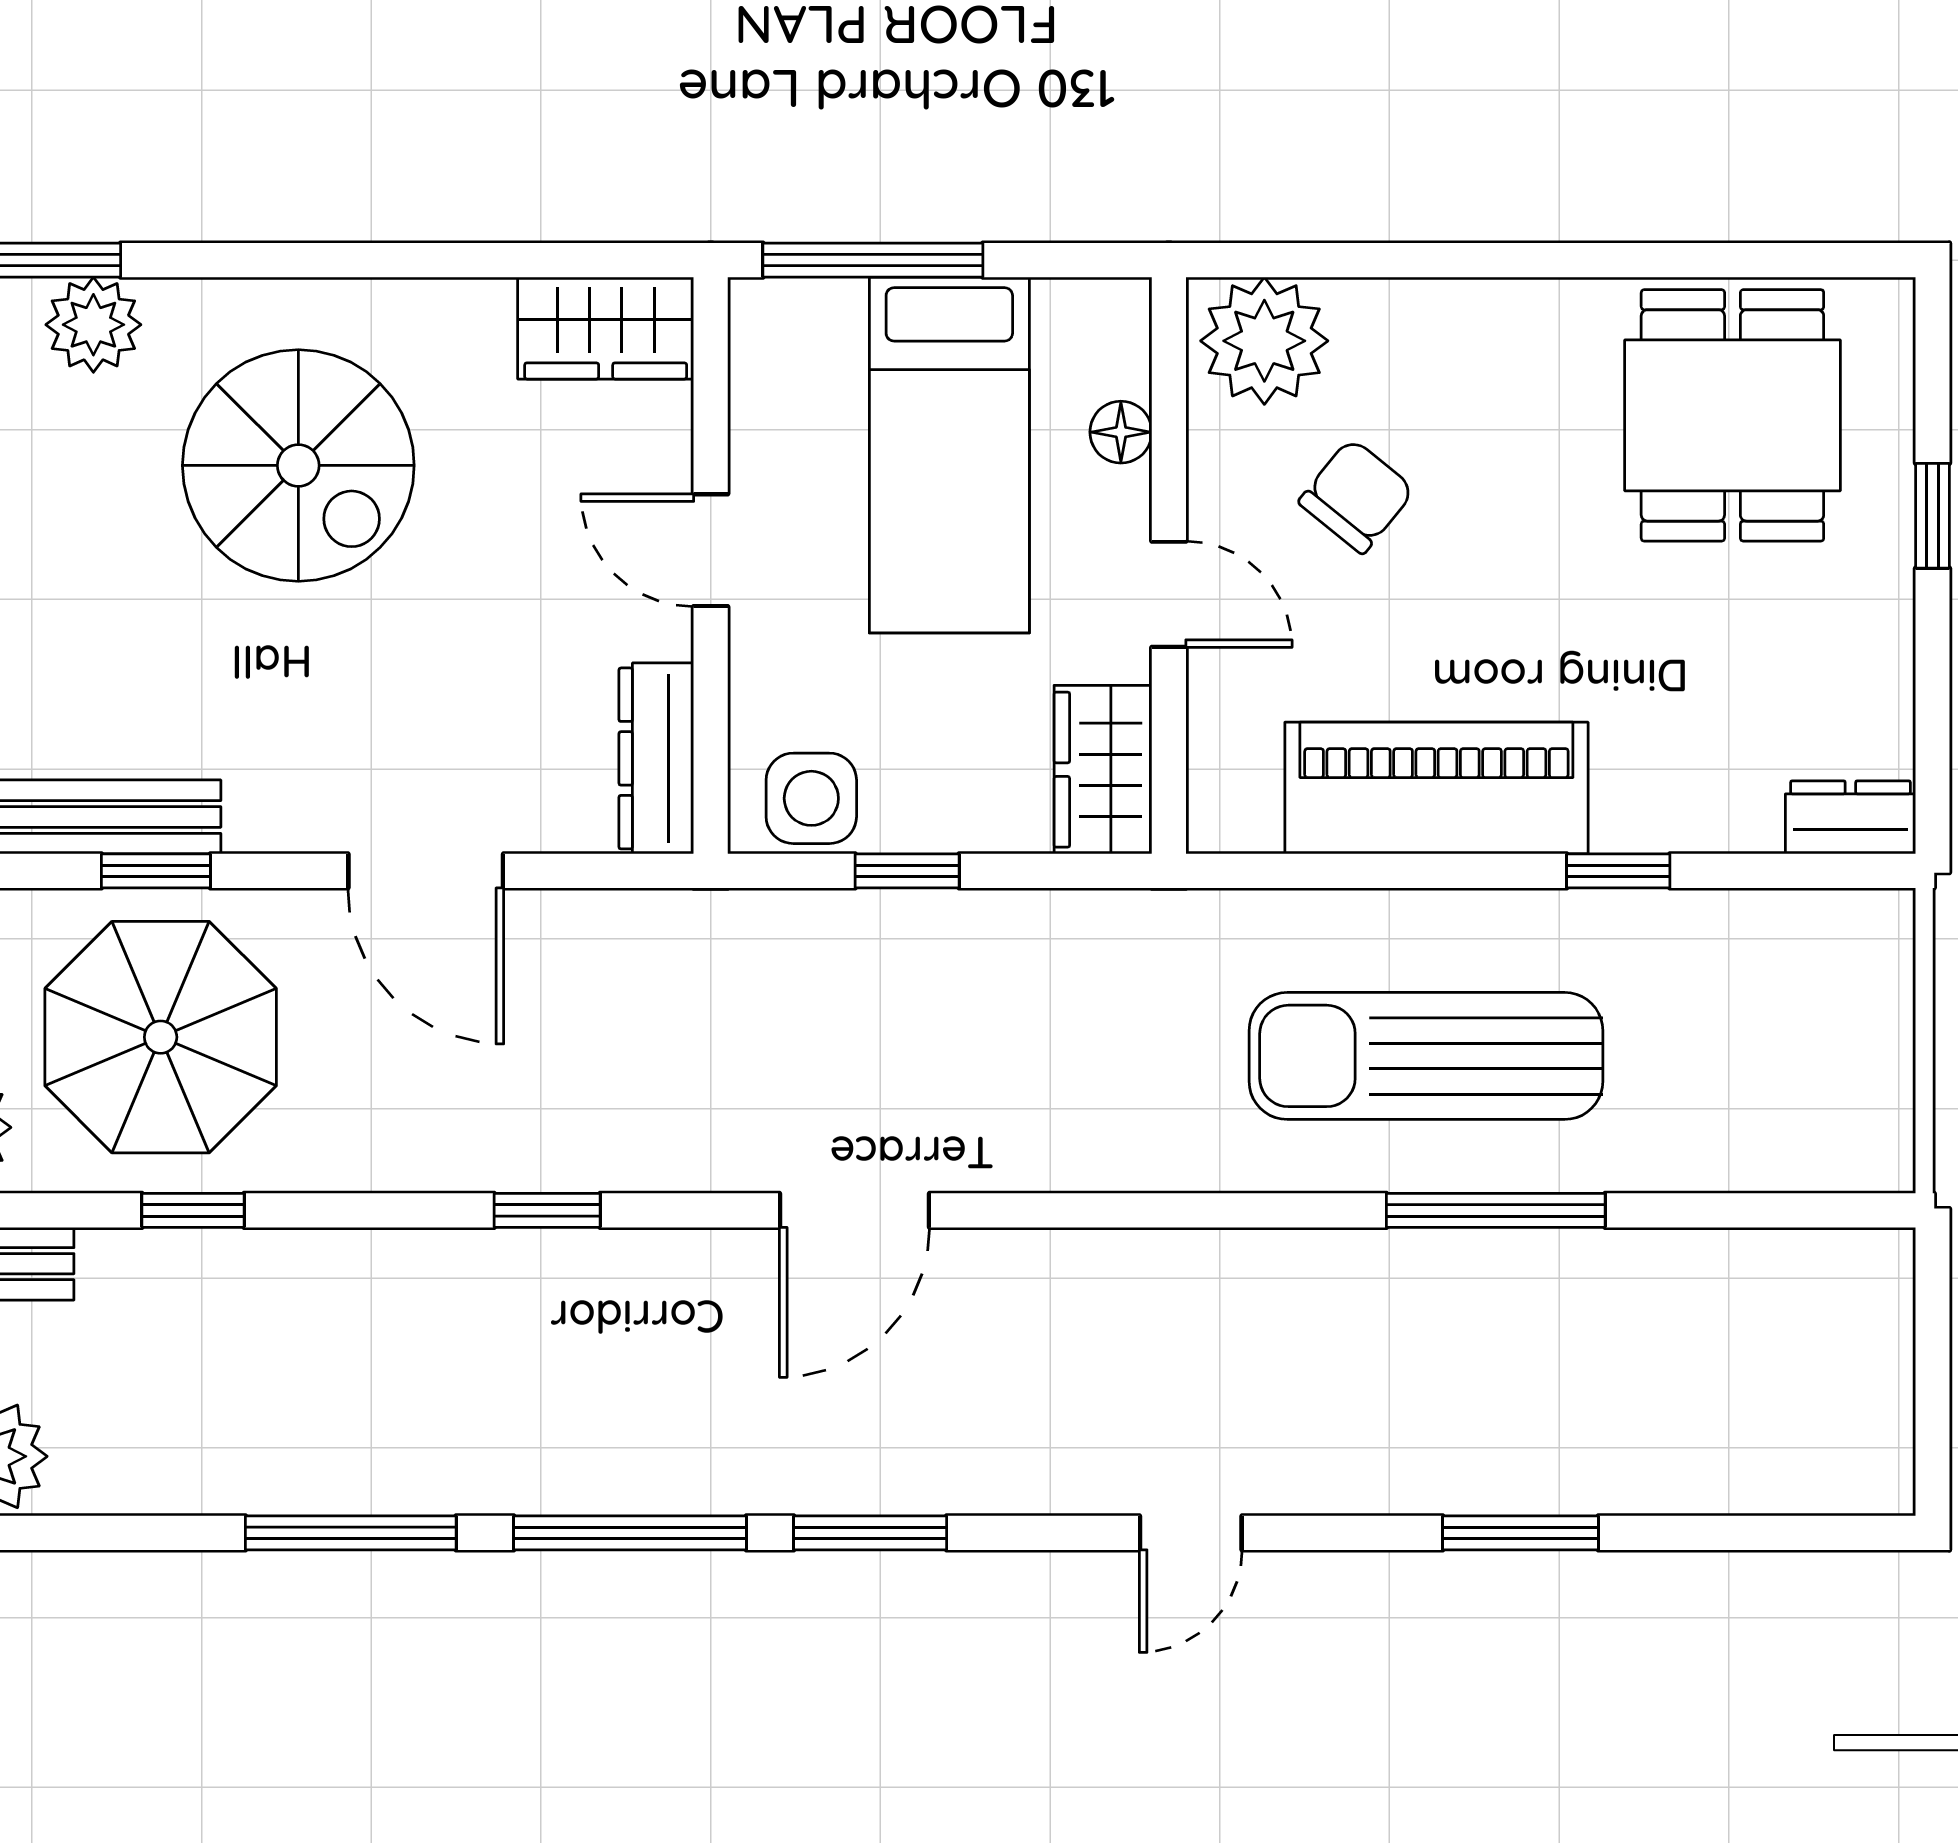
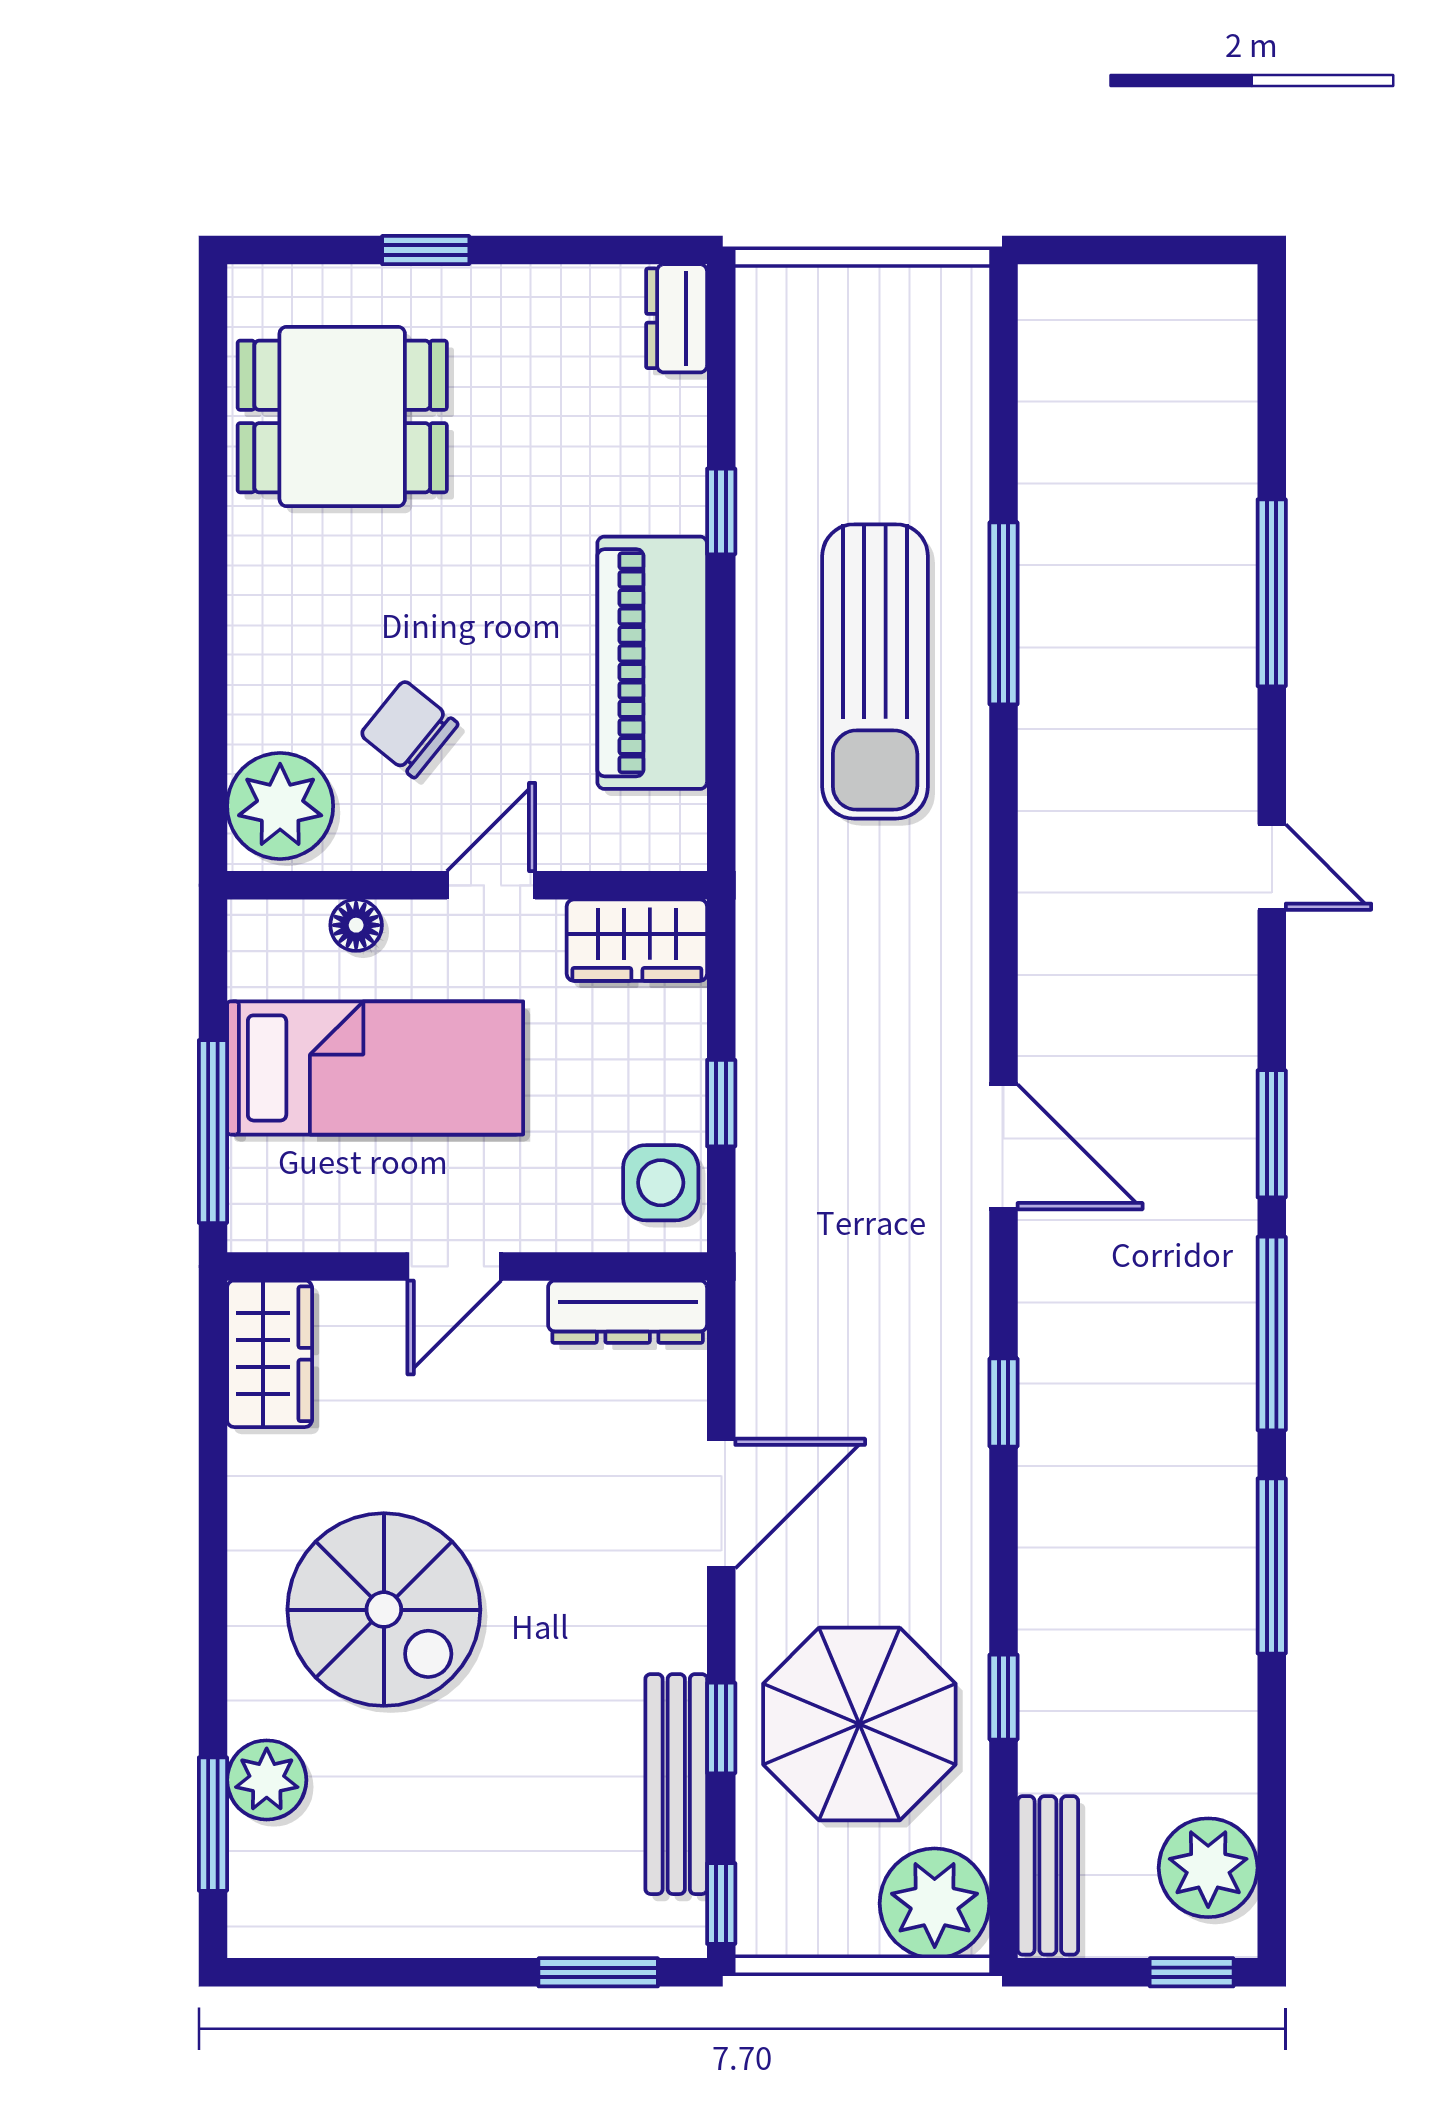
spiral stairs: (298, 465) -> (384, 1610), turned 90
window: (1521, 1533) -> (1272, 593), width x1.44

